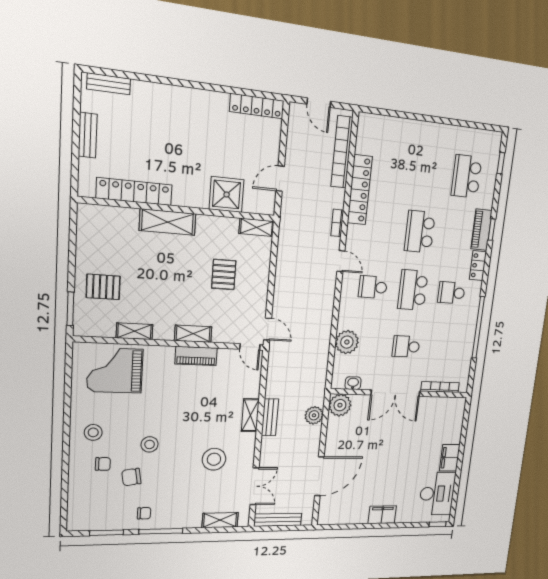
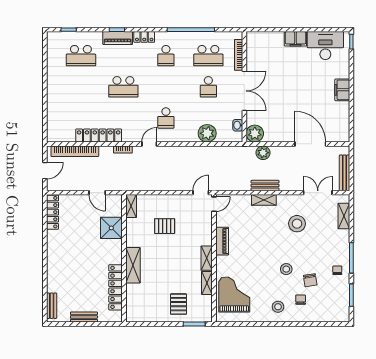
school desk: (413, 290) -> (208, 56), moved
shelving: (193, 334) -> (207, 258), moved
grand piano: (115, 370) -> (234, 294), turned 180

